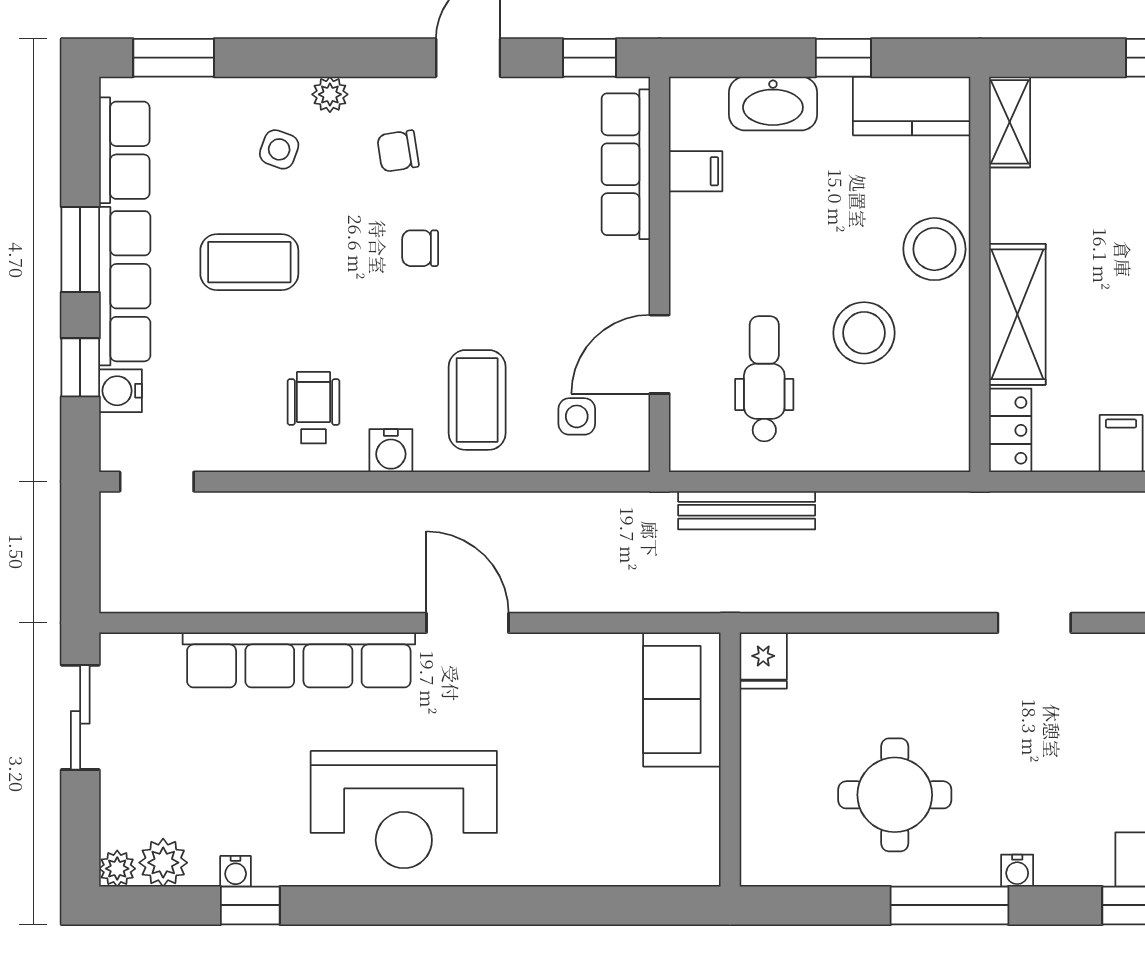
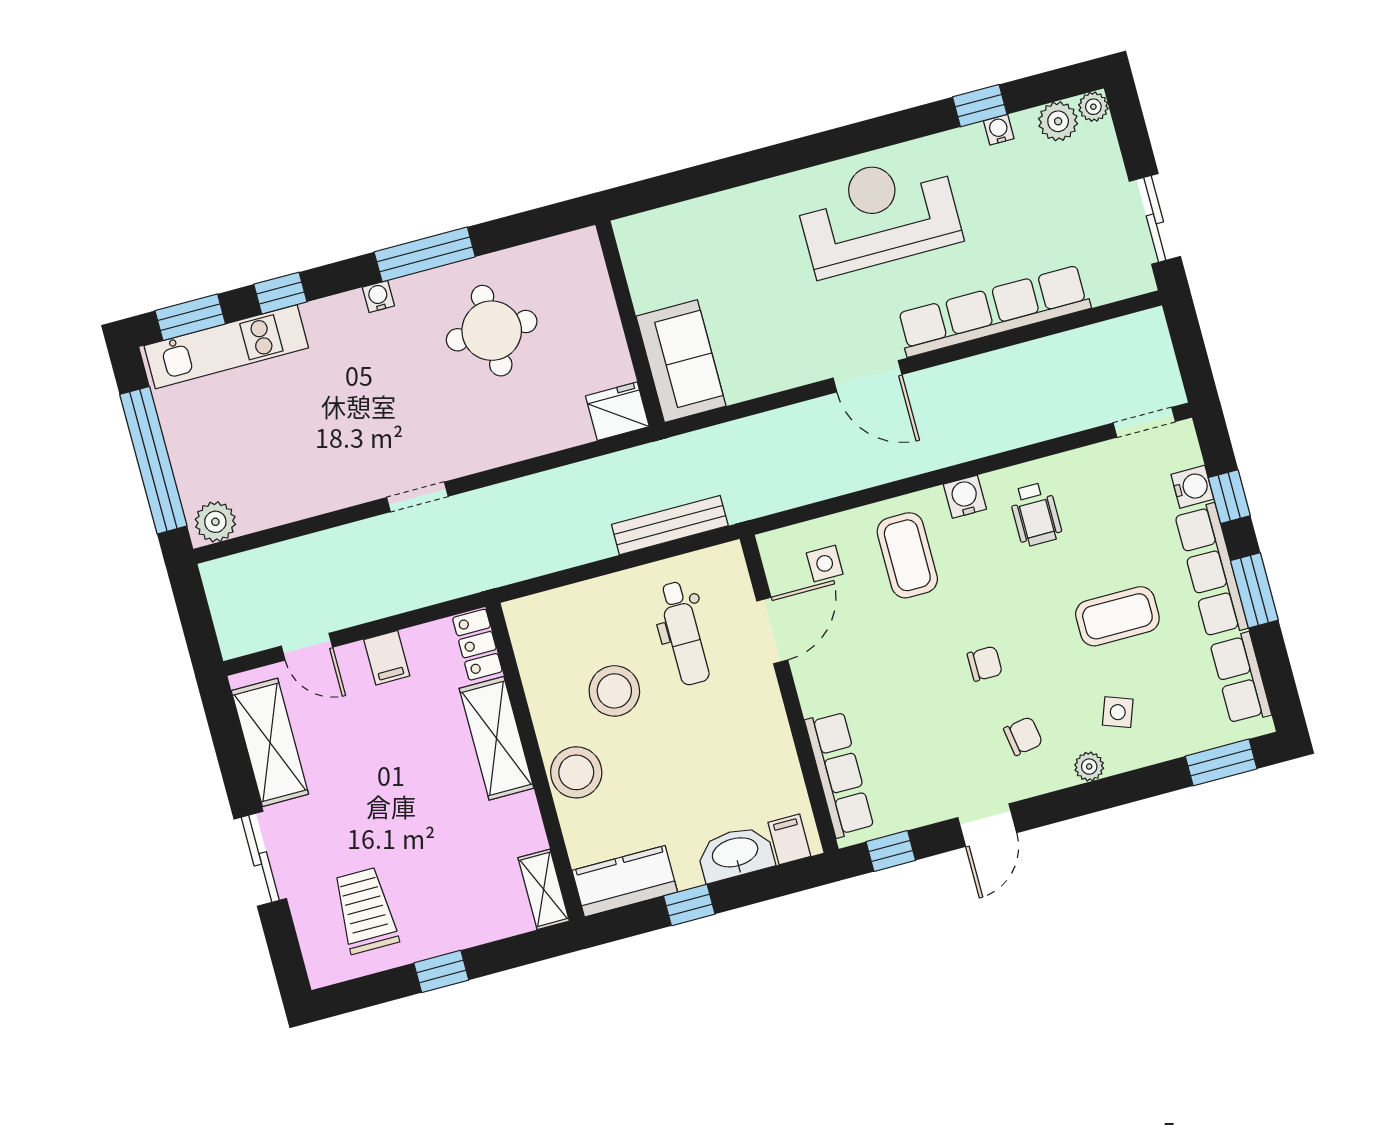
filing cabinet: (696, 171) -> (789, 839), moved, turned 90
fridge: (763, 661) -> (617, 411), width x1.38

